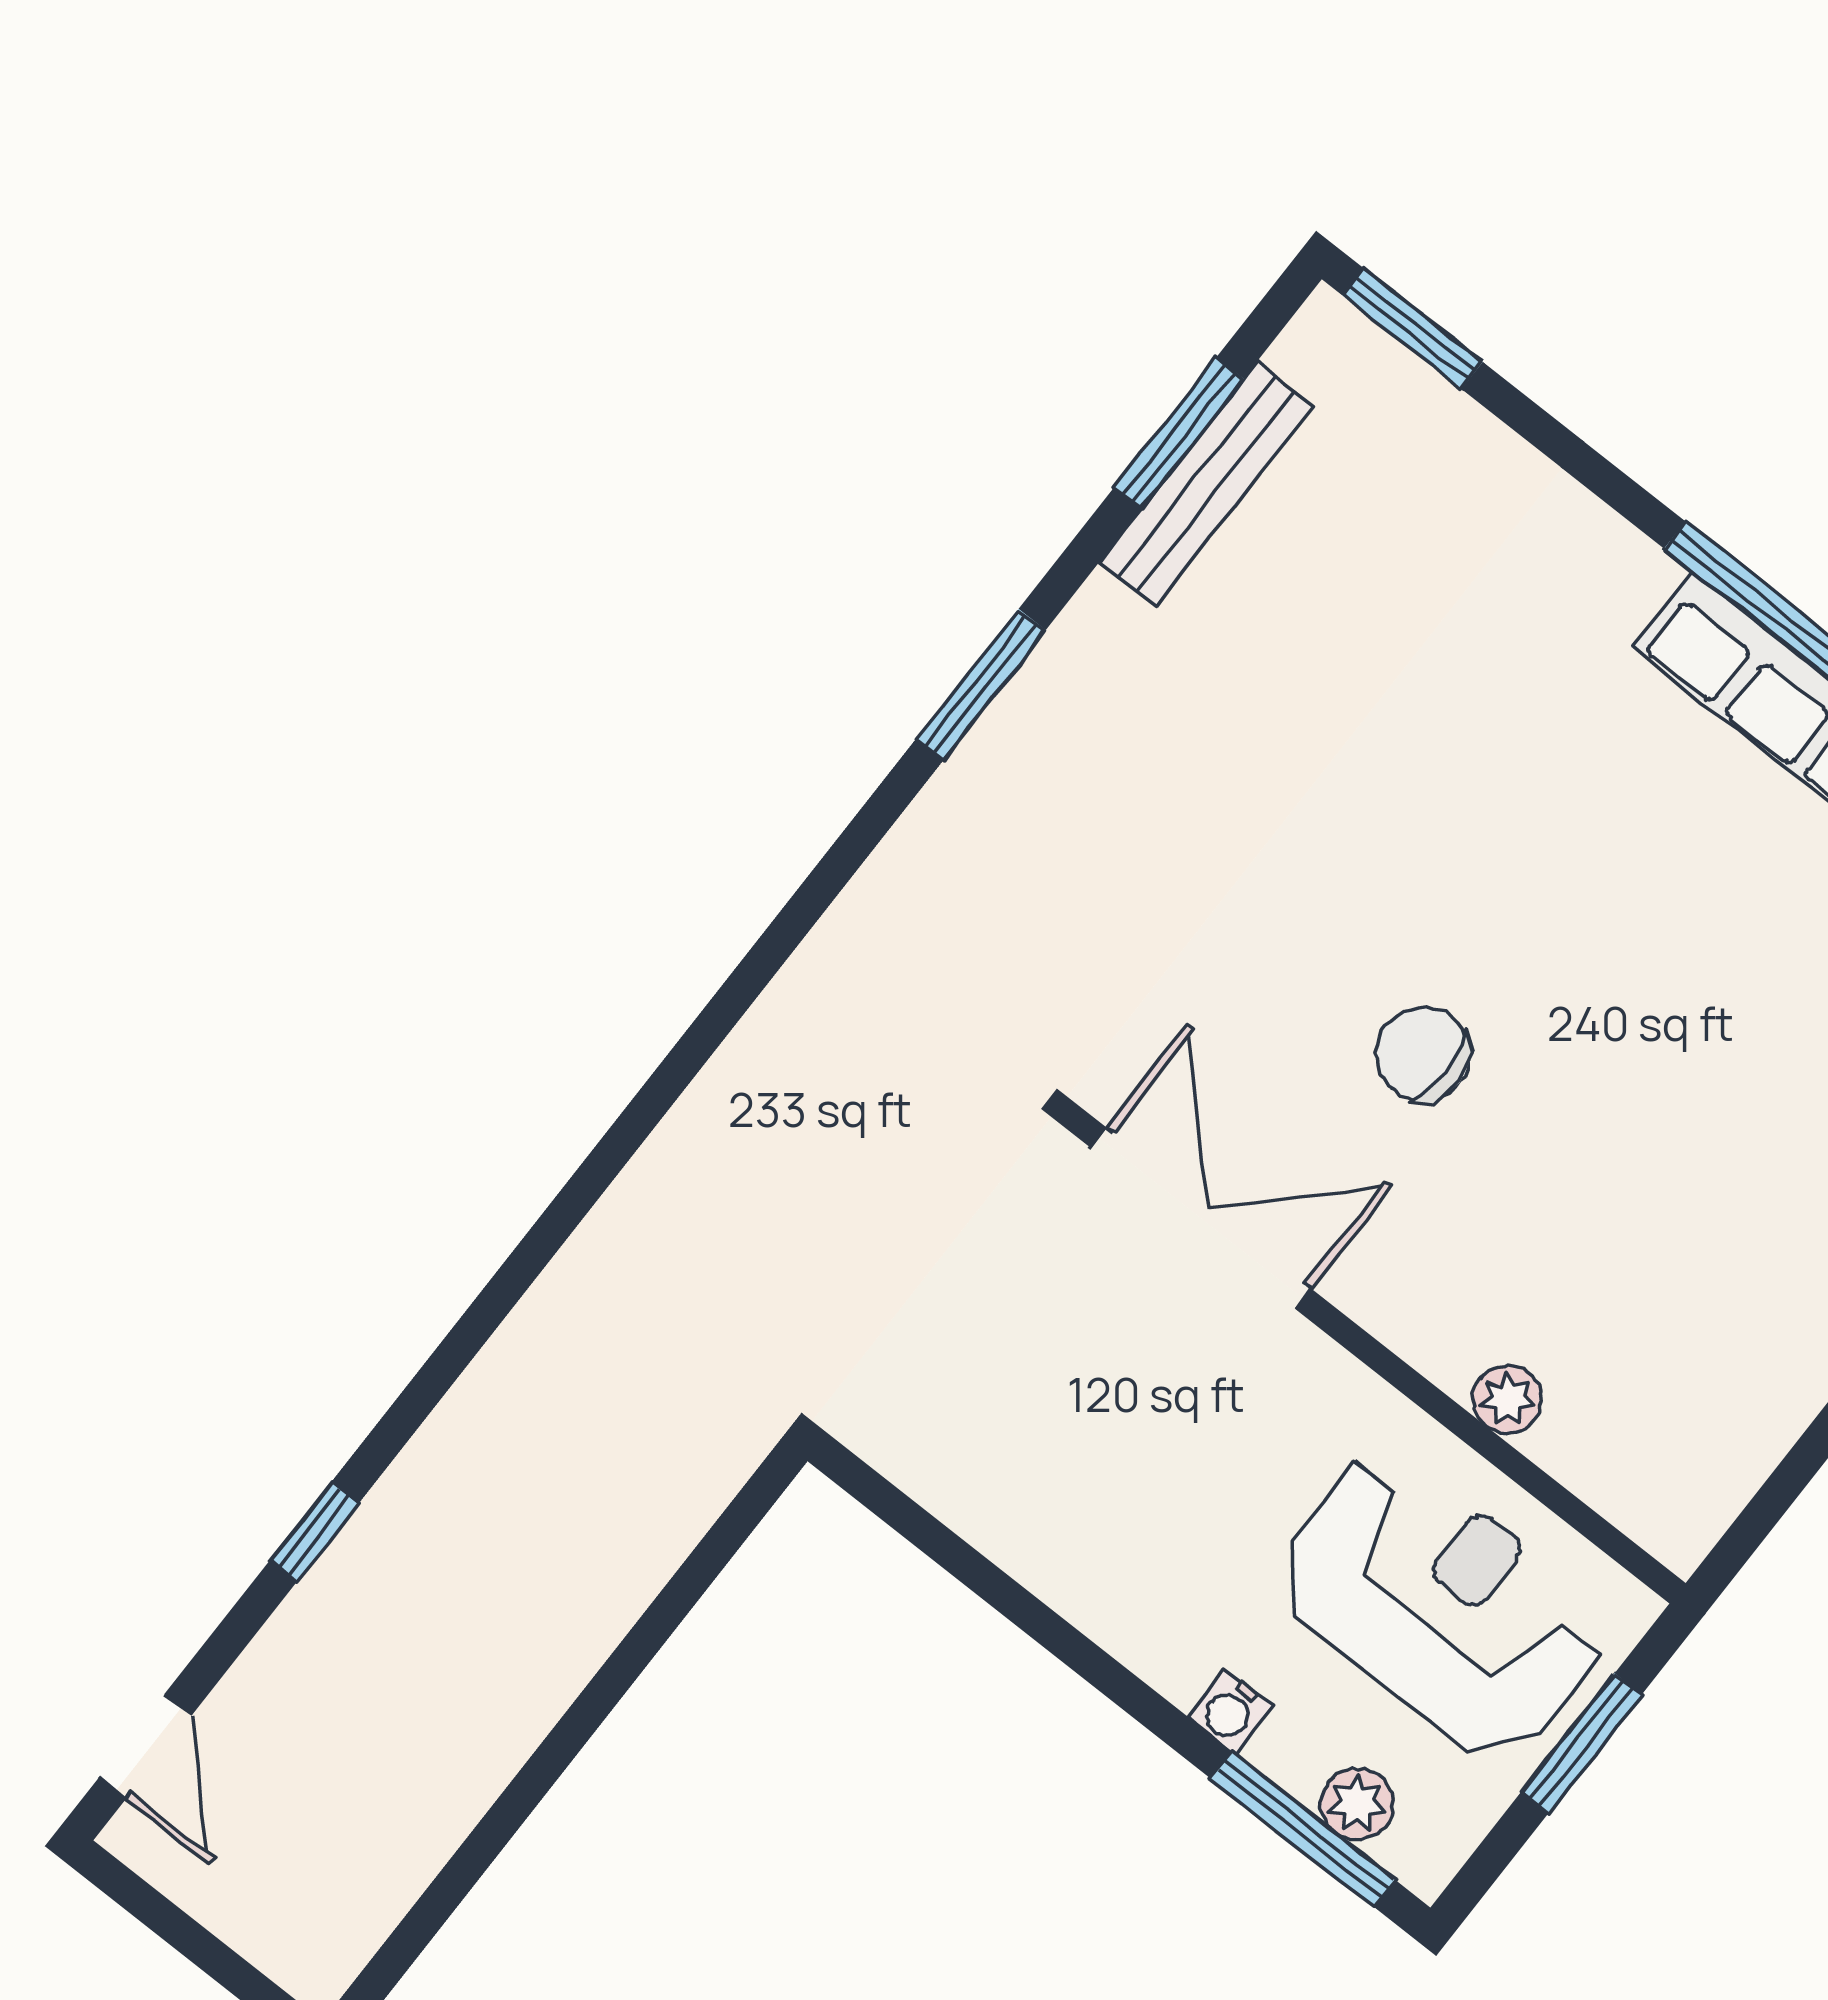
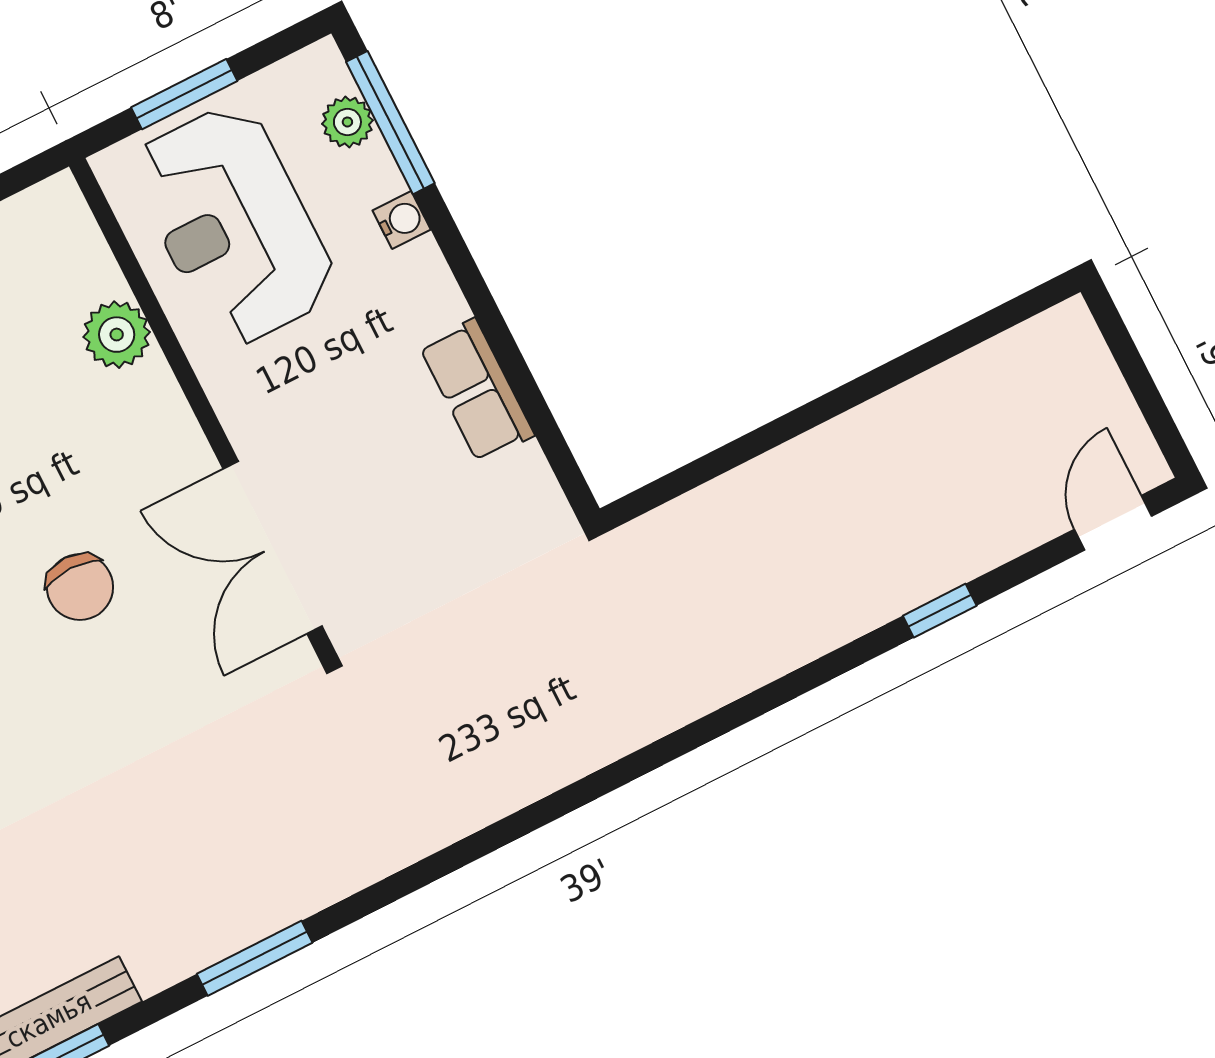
plant: (1507, 1399) -> (117, 335), width x1.38, depth x1.38
row of seats: (1034, 1539) -> (477, 391), added

